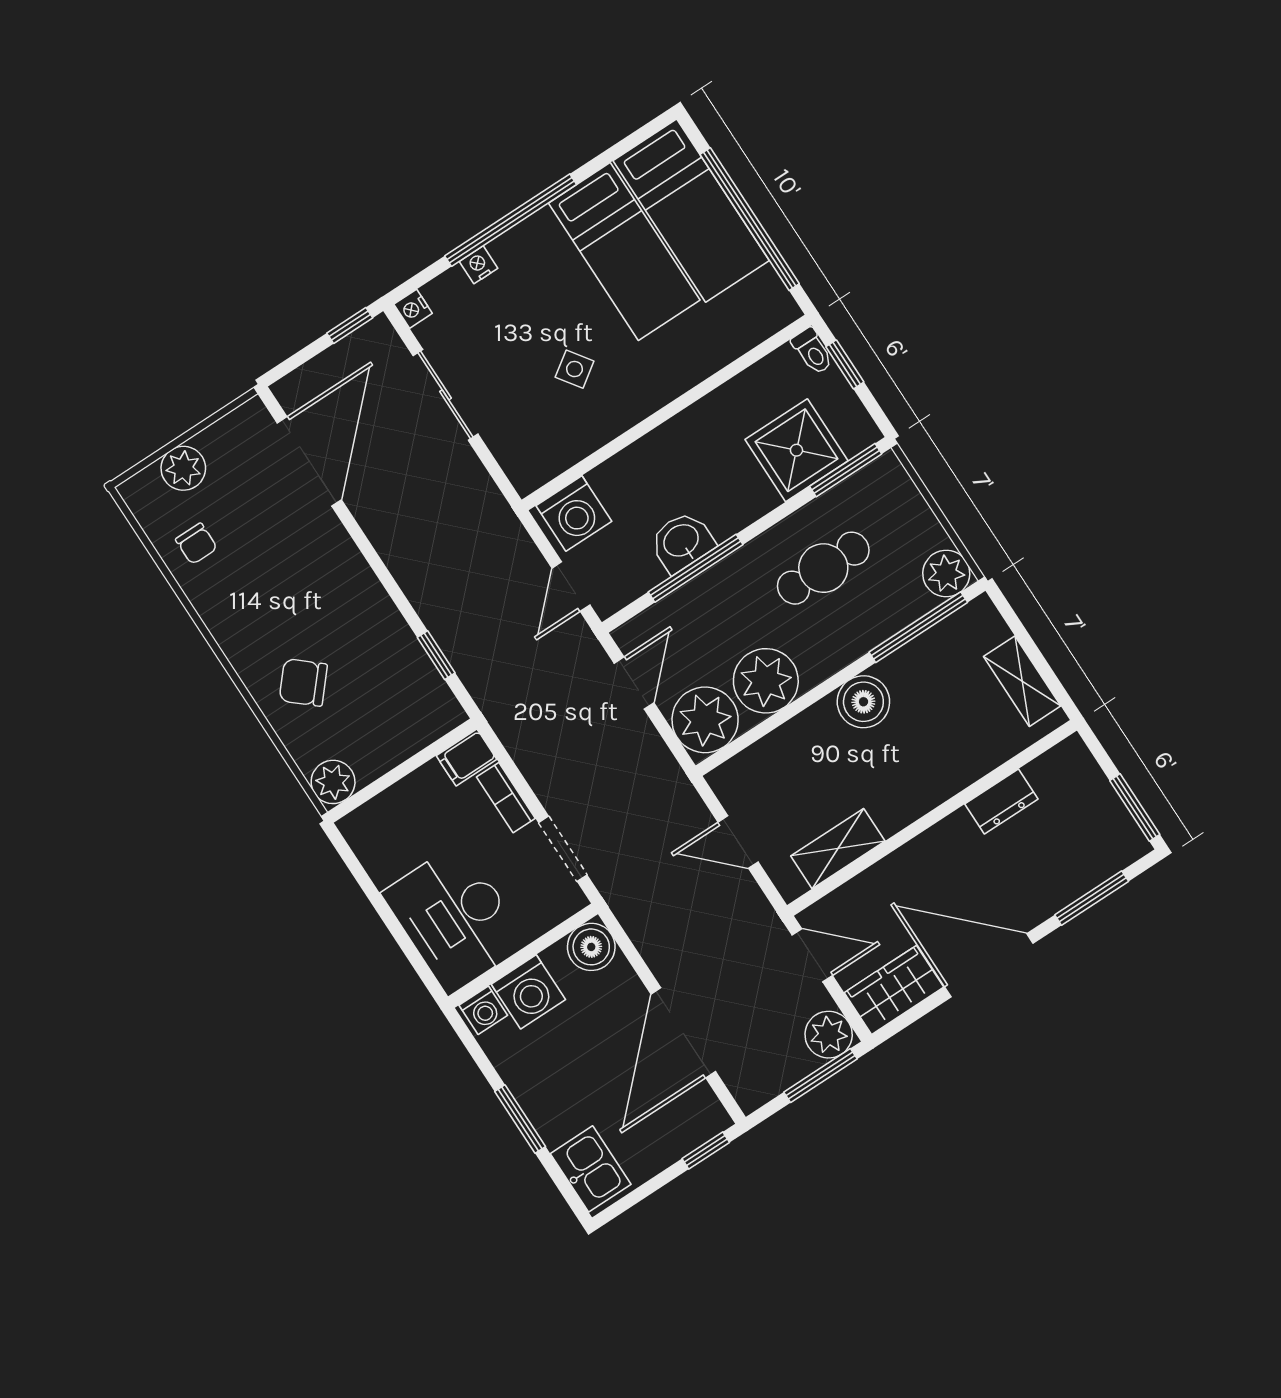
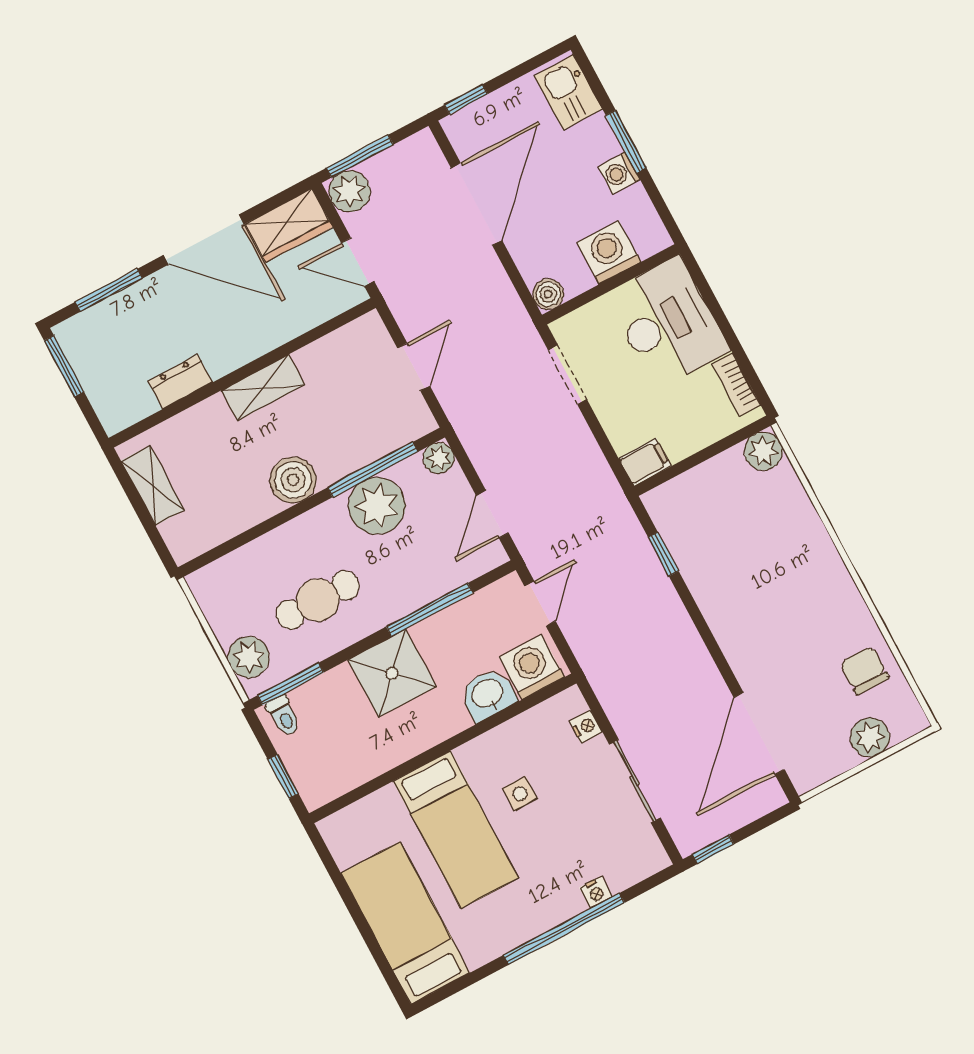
window: (750, 219) -> (355, 911), removed
bed: (624, 252) -> (456, 829), moved, turned 180
nightstand: (413, 309) -> (586, 726), moved
toilet: (812, 351) -> (284, 716), moved, turned 180
side table: (575, 369) -> (520, 794), turned 35
shower: (796, 450) -> (392, 673), moved
washbasin: (682, 542) -> (488, 694), moved, turned 180
chair: (196, 544) -> (864, 670), width x1.37, depth x1.37
plant: (946, 573) -> (249, 657), moved
window: (918, 627) -> (373, 470), moved
chair: (303, 682) -> (782, 541), removed
plant: (705, 720) -> (439, 458), width x0.53, depth x0.53
bookcase: (506, 798) -> (736, 384), moved, turned 180
door: (738, 842) -> (414, 367), hinge flipped
shelving: (838, 849) -> (263, 388), moved
boiler: (591, 947) -> (548, 294), width x0.73, depth x0.73
washing machine: (483, 1010) -> (619, 173), moved, turned -90

